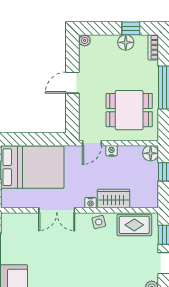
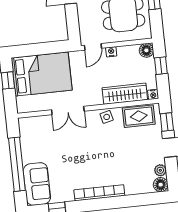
wardrobe: (114, 199) -> (125, 94), width x1.50
nightstand: (91, 203) -> (153, 94), moved

